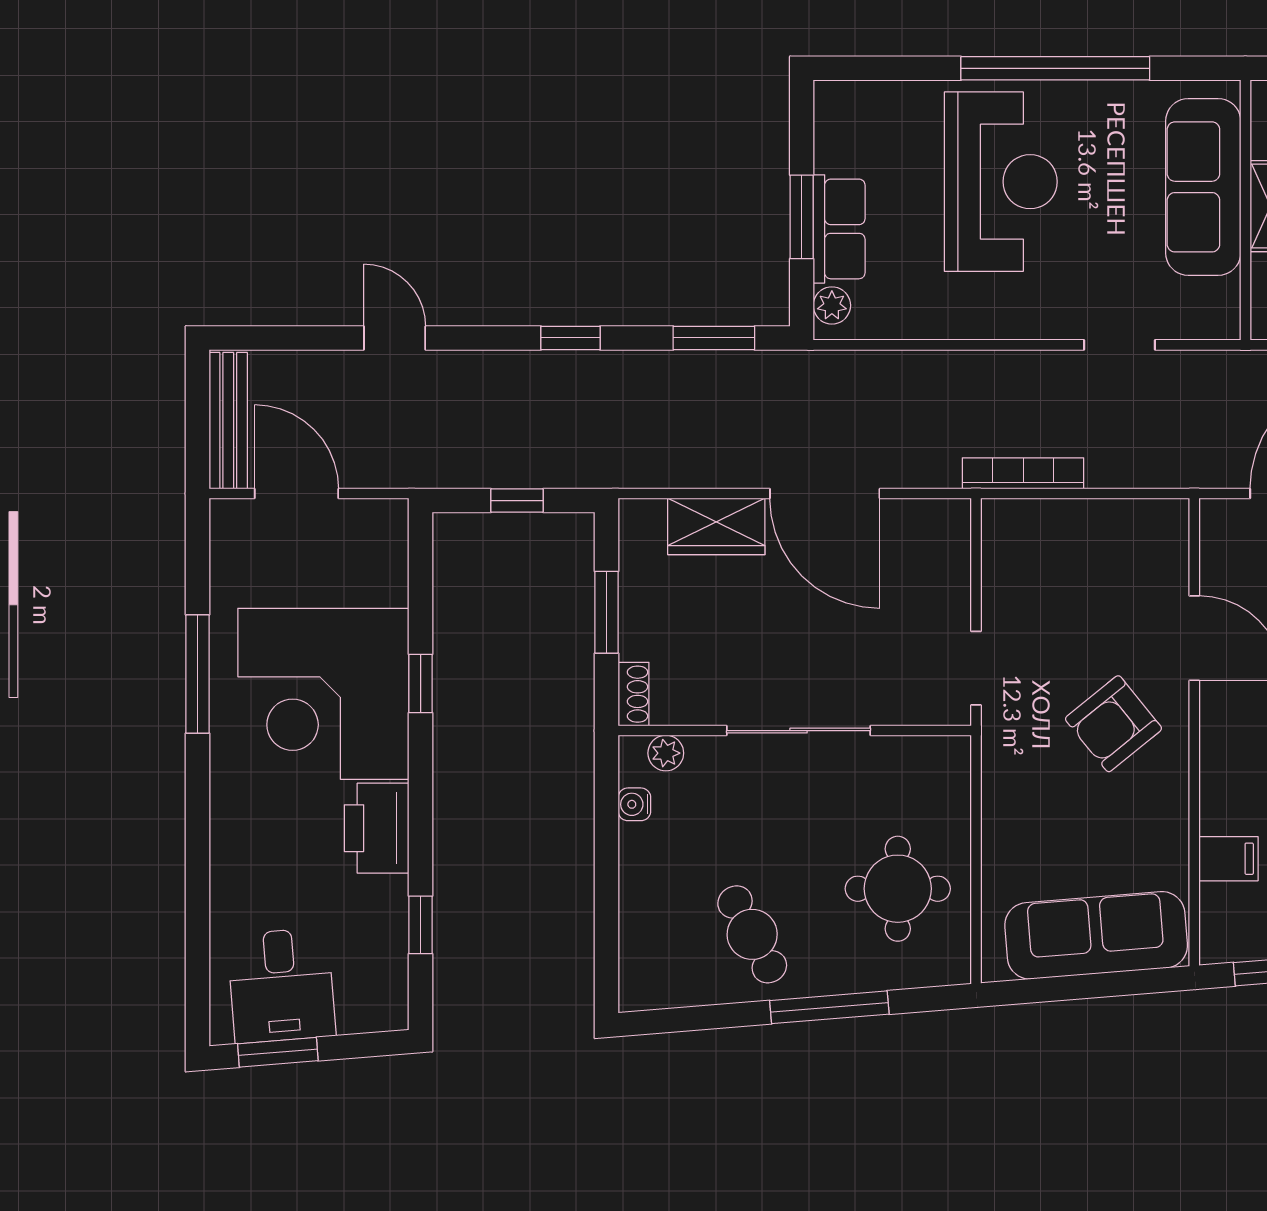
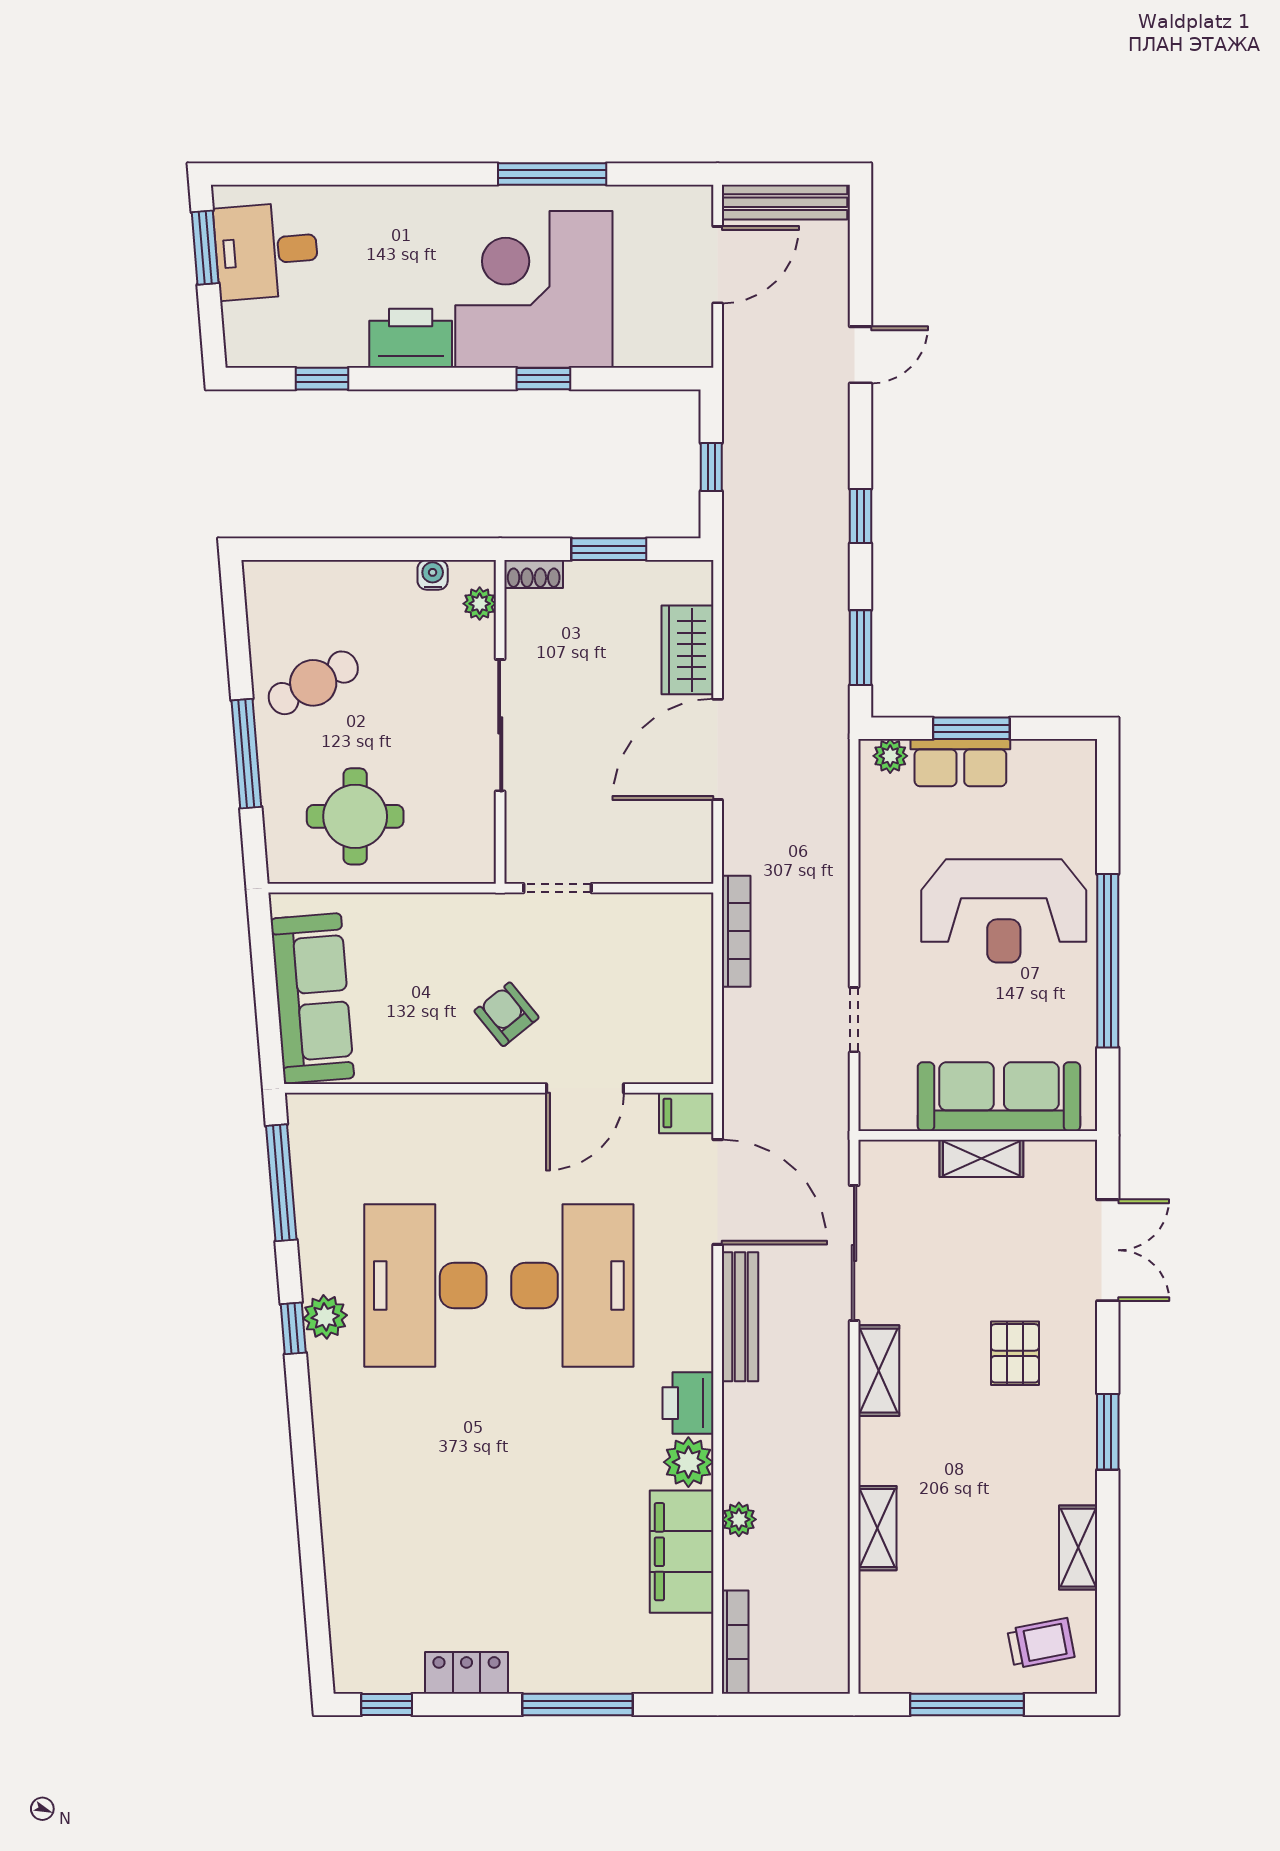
armchair: (1113, 724) -> (507, 1014), width x0.72, depth x0.72
filing cabinet: (1228, 859) -> (686, 1113), moved, turned 90

